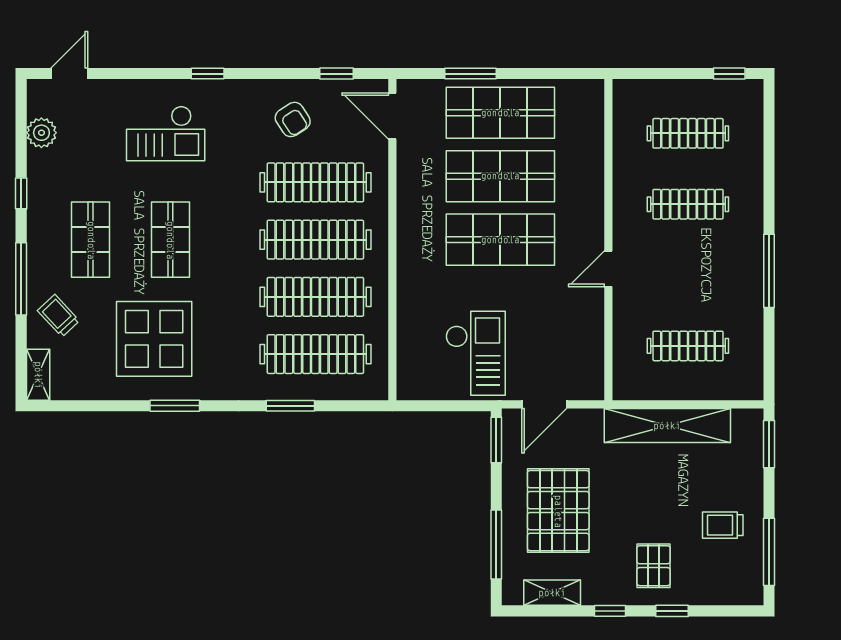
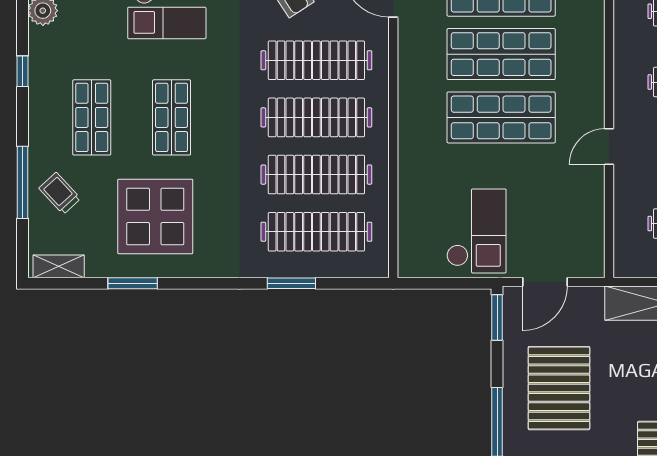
window: (21, 279) -> (22, 182), moved
shelving: (38, 375) -> (59, 266), moved, turned 90
window: (175, 406) -> (133, 283), moved

